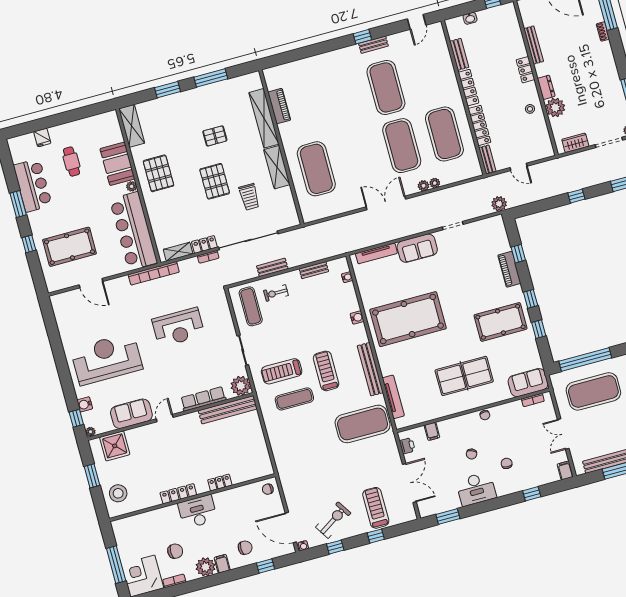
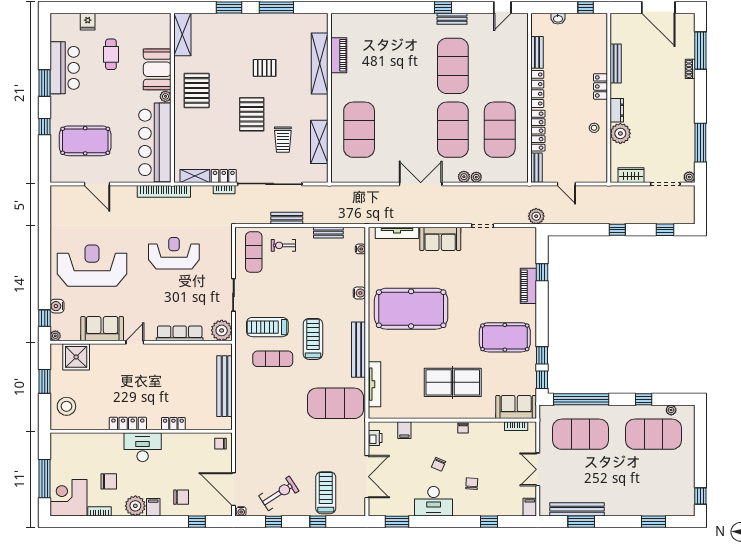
shelving: (277, 167) -> (319, 142), moved
window: (531, 299) -> (542, 380), moved
reception desk: (178, 327) -> (174, 253), turned 180
bench: (228, 410) -> (225, 386), moved, turned 90

